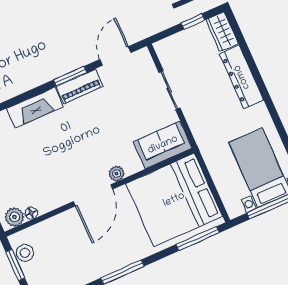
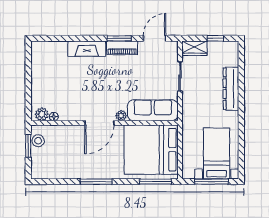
wardrobe: (222, 32) -> (194, 48), moved, turned -90
sofa: (163, 145) -> (153, 110), width x1.36

